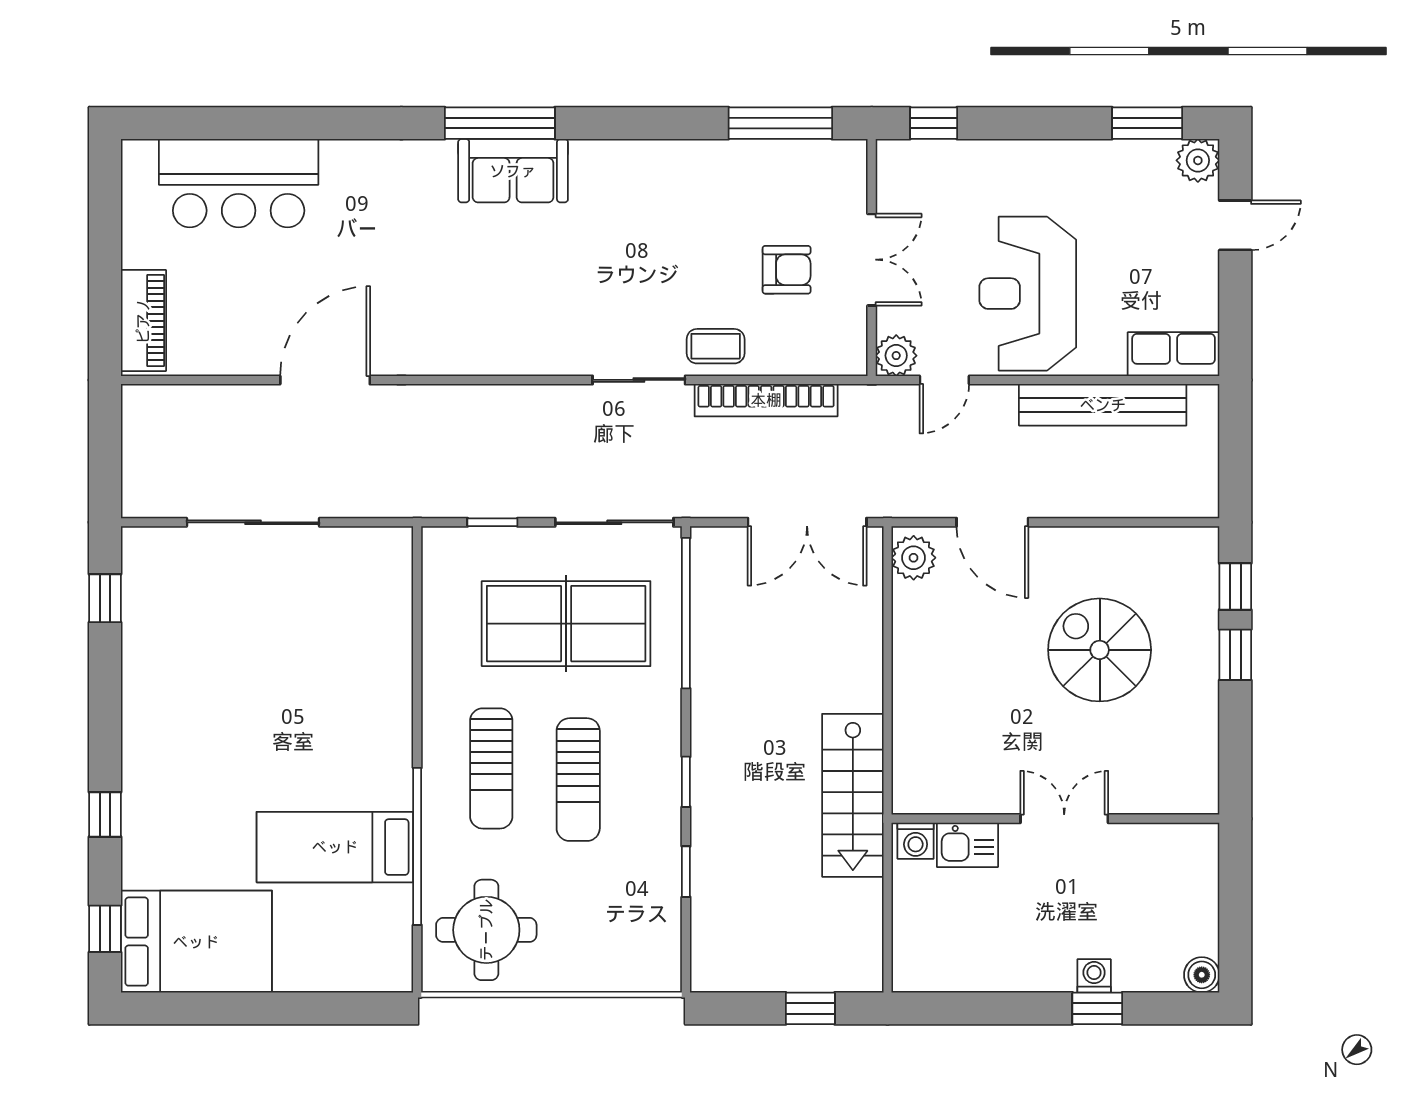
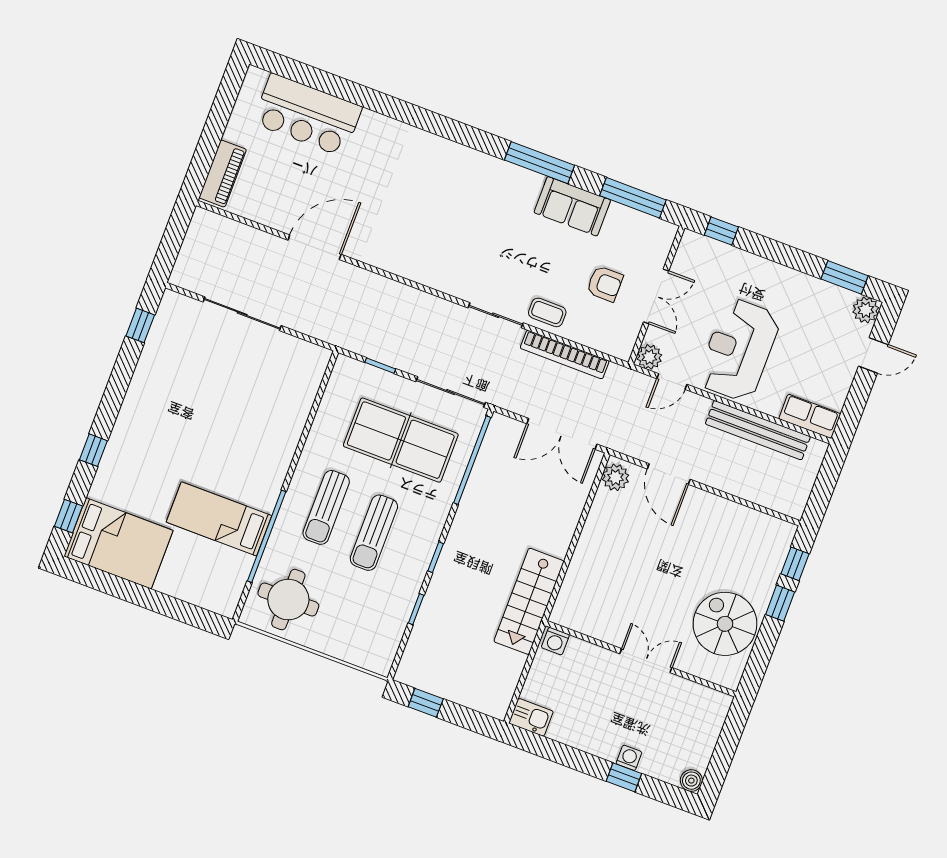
window: (500, 123) -> (539, 163), moved
sofa: (513, 171) -> (572, 206), moved
spiral stairs: (1100, 650) -> (725, 624), moved
kitchen sink: (967, 845) -> (531, 717), moved, turned 180
window: (810, 1008) -> (426, 703), moved

